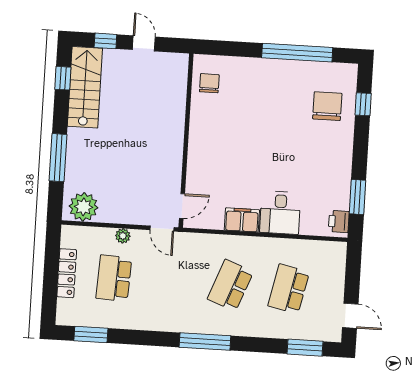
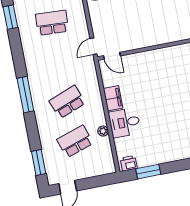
plant: (123, 236) -> (103, 131), moved
school desk: (230, 285) -> (67, 102), turned -42
school desk: (289, 289) -> (75, 141), turned -30

